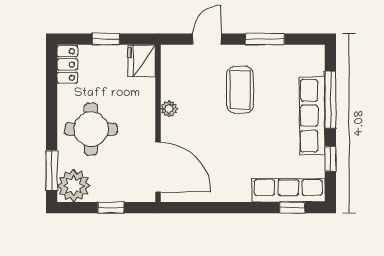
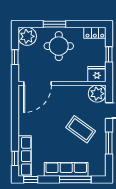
coffee table: (240, 90) -> (81, 129), turned 36
plant: (169, 109) -> (97, 94), moved, width x1.88, depth x1.88
window: (330, 159) -> (31, 180), moved
window: (52, 171) -> (54, 24), moved

